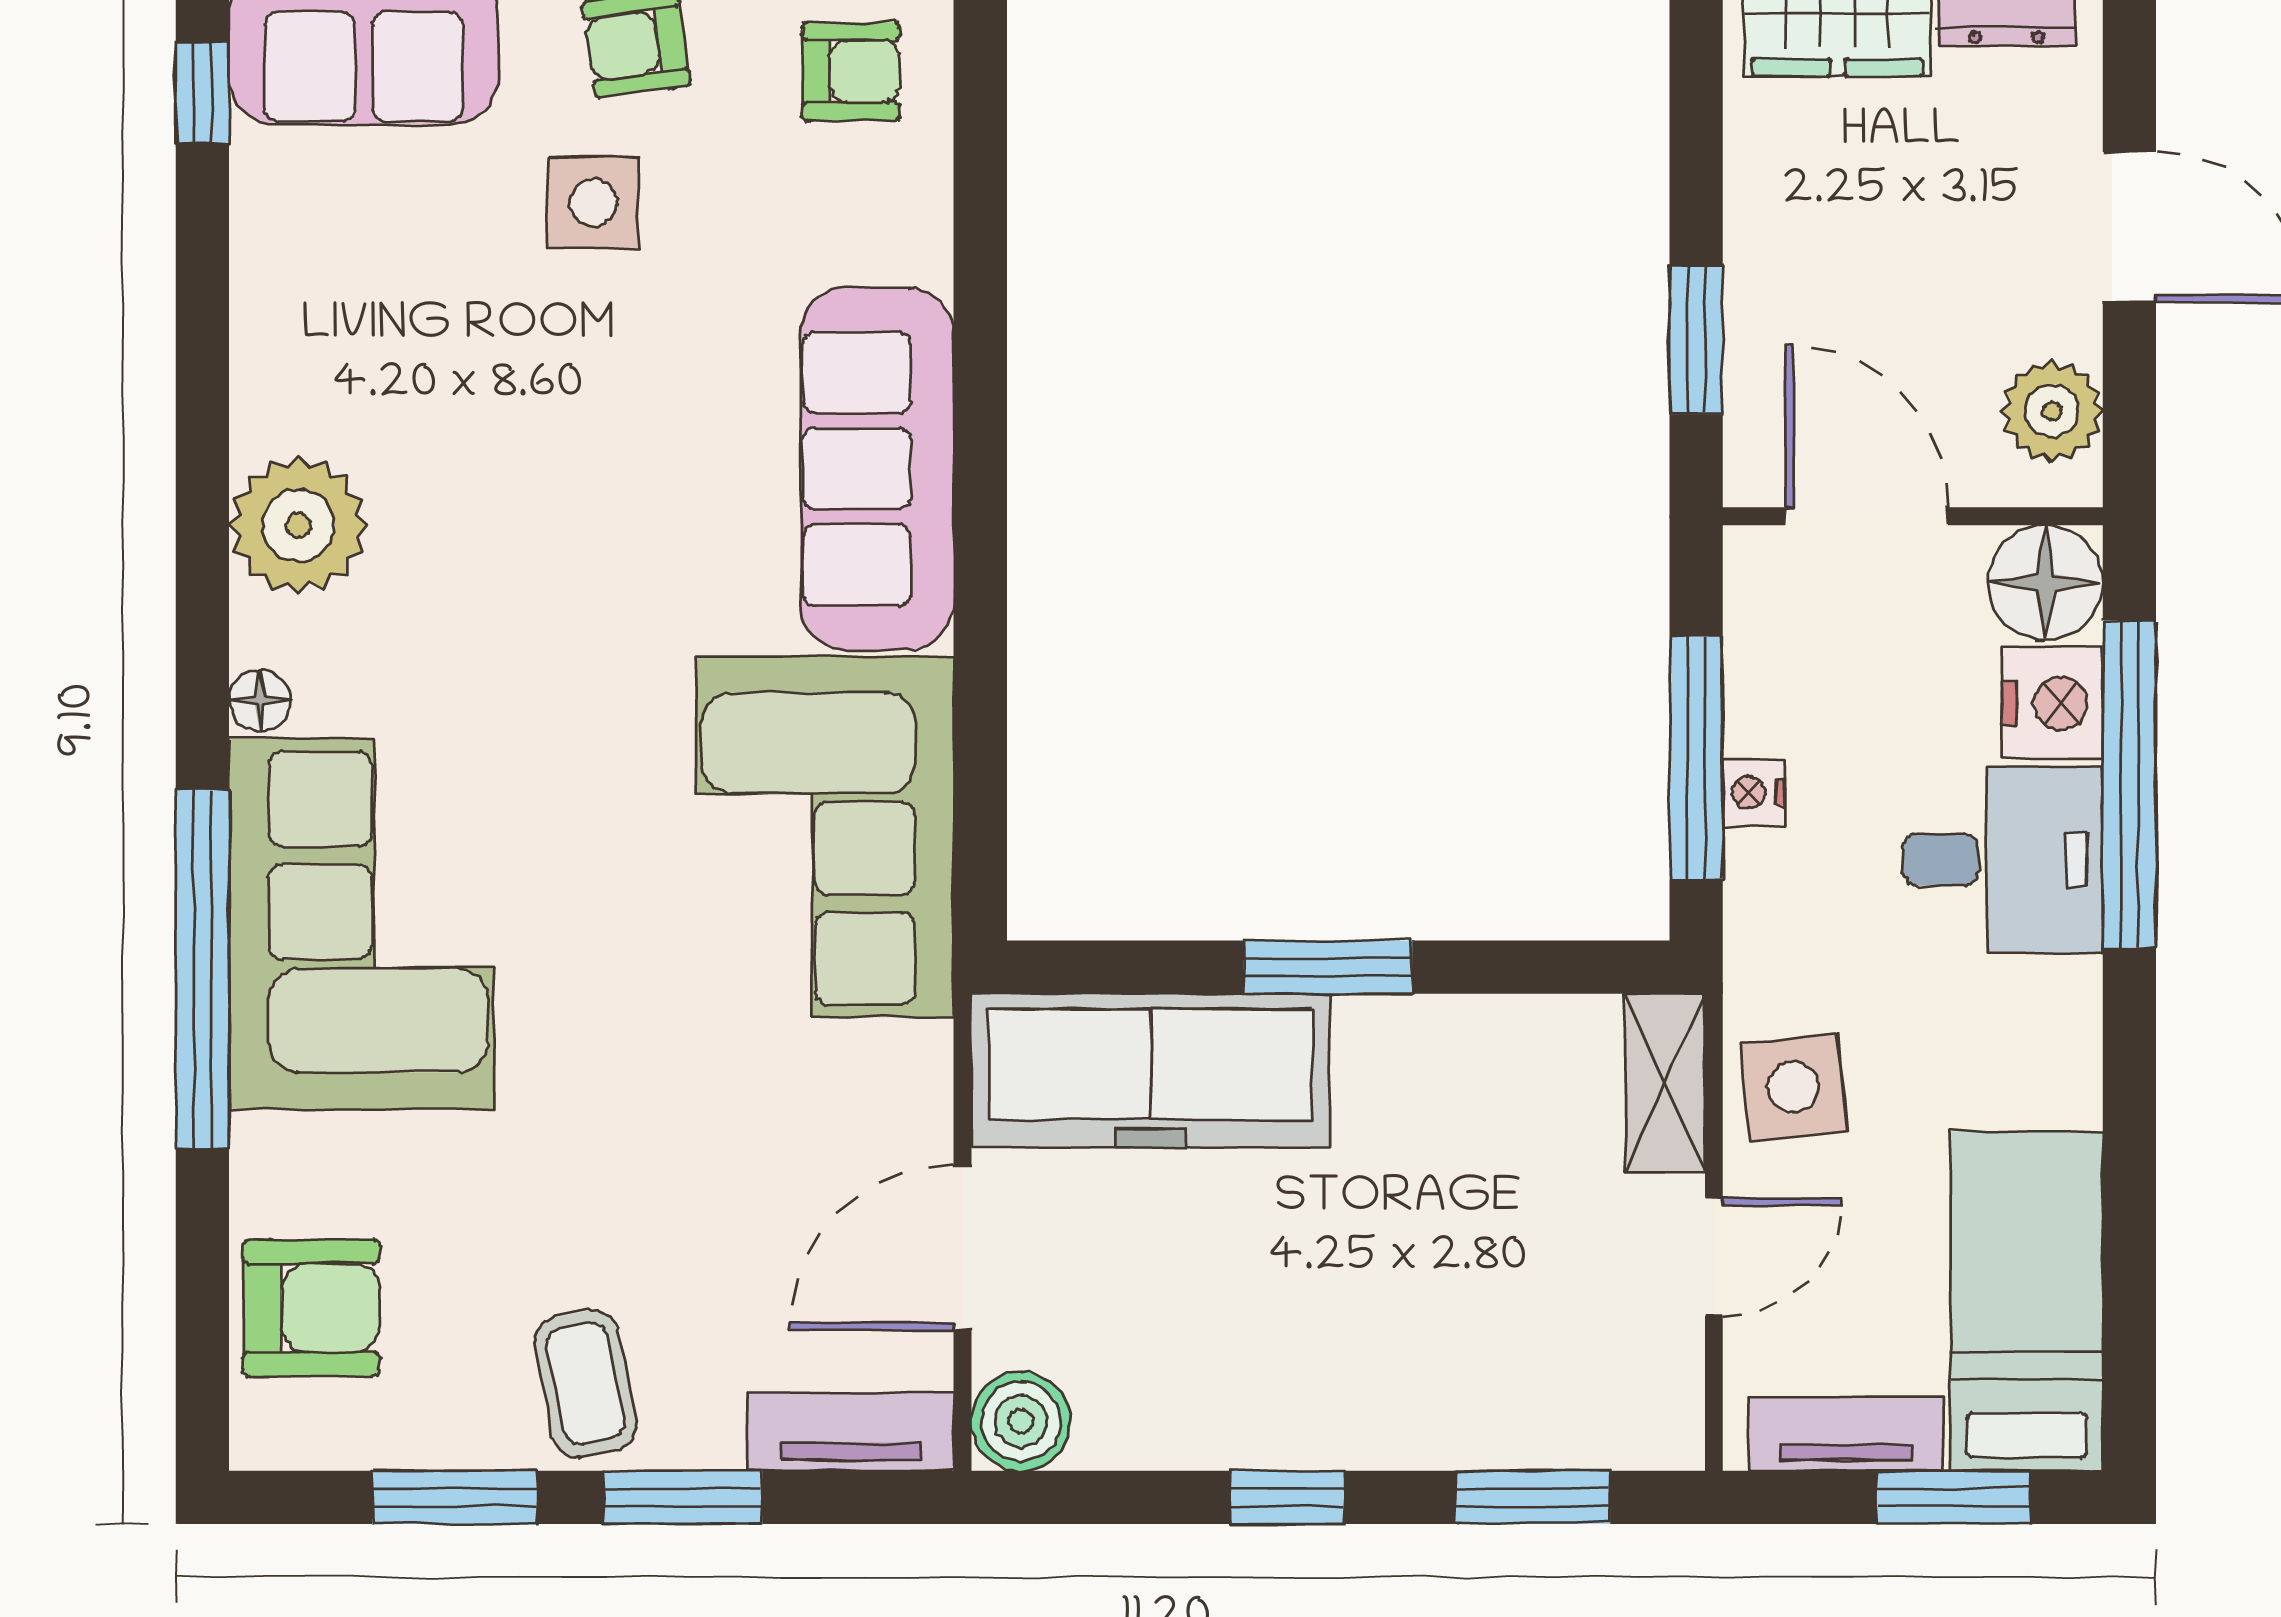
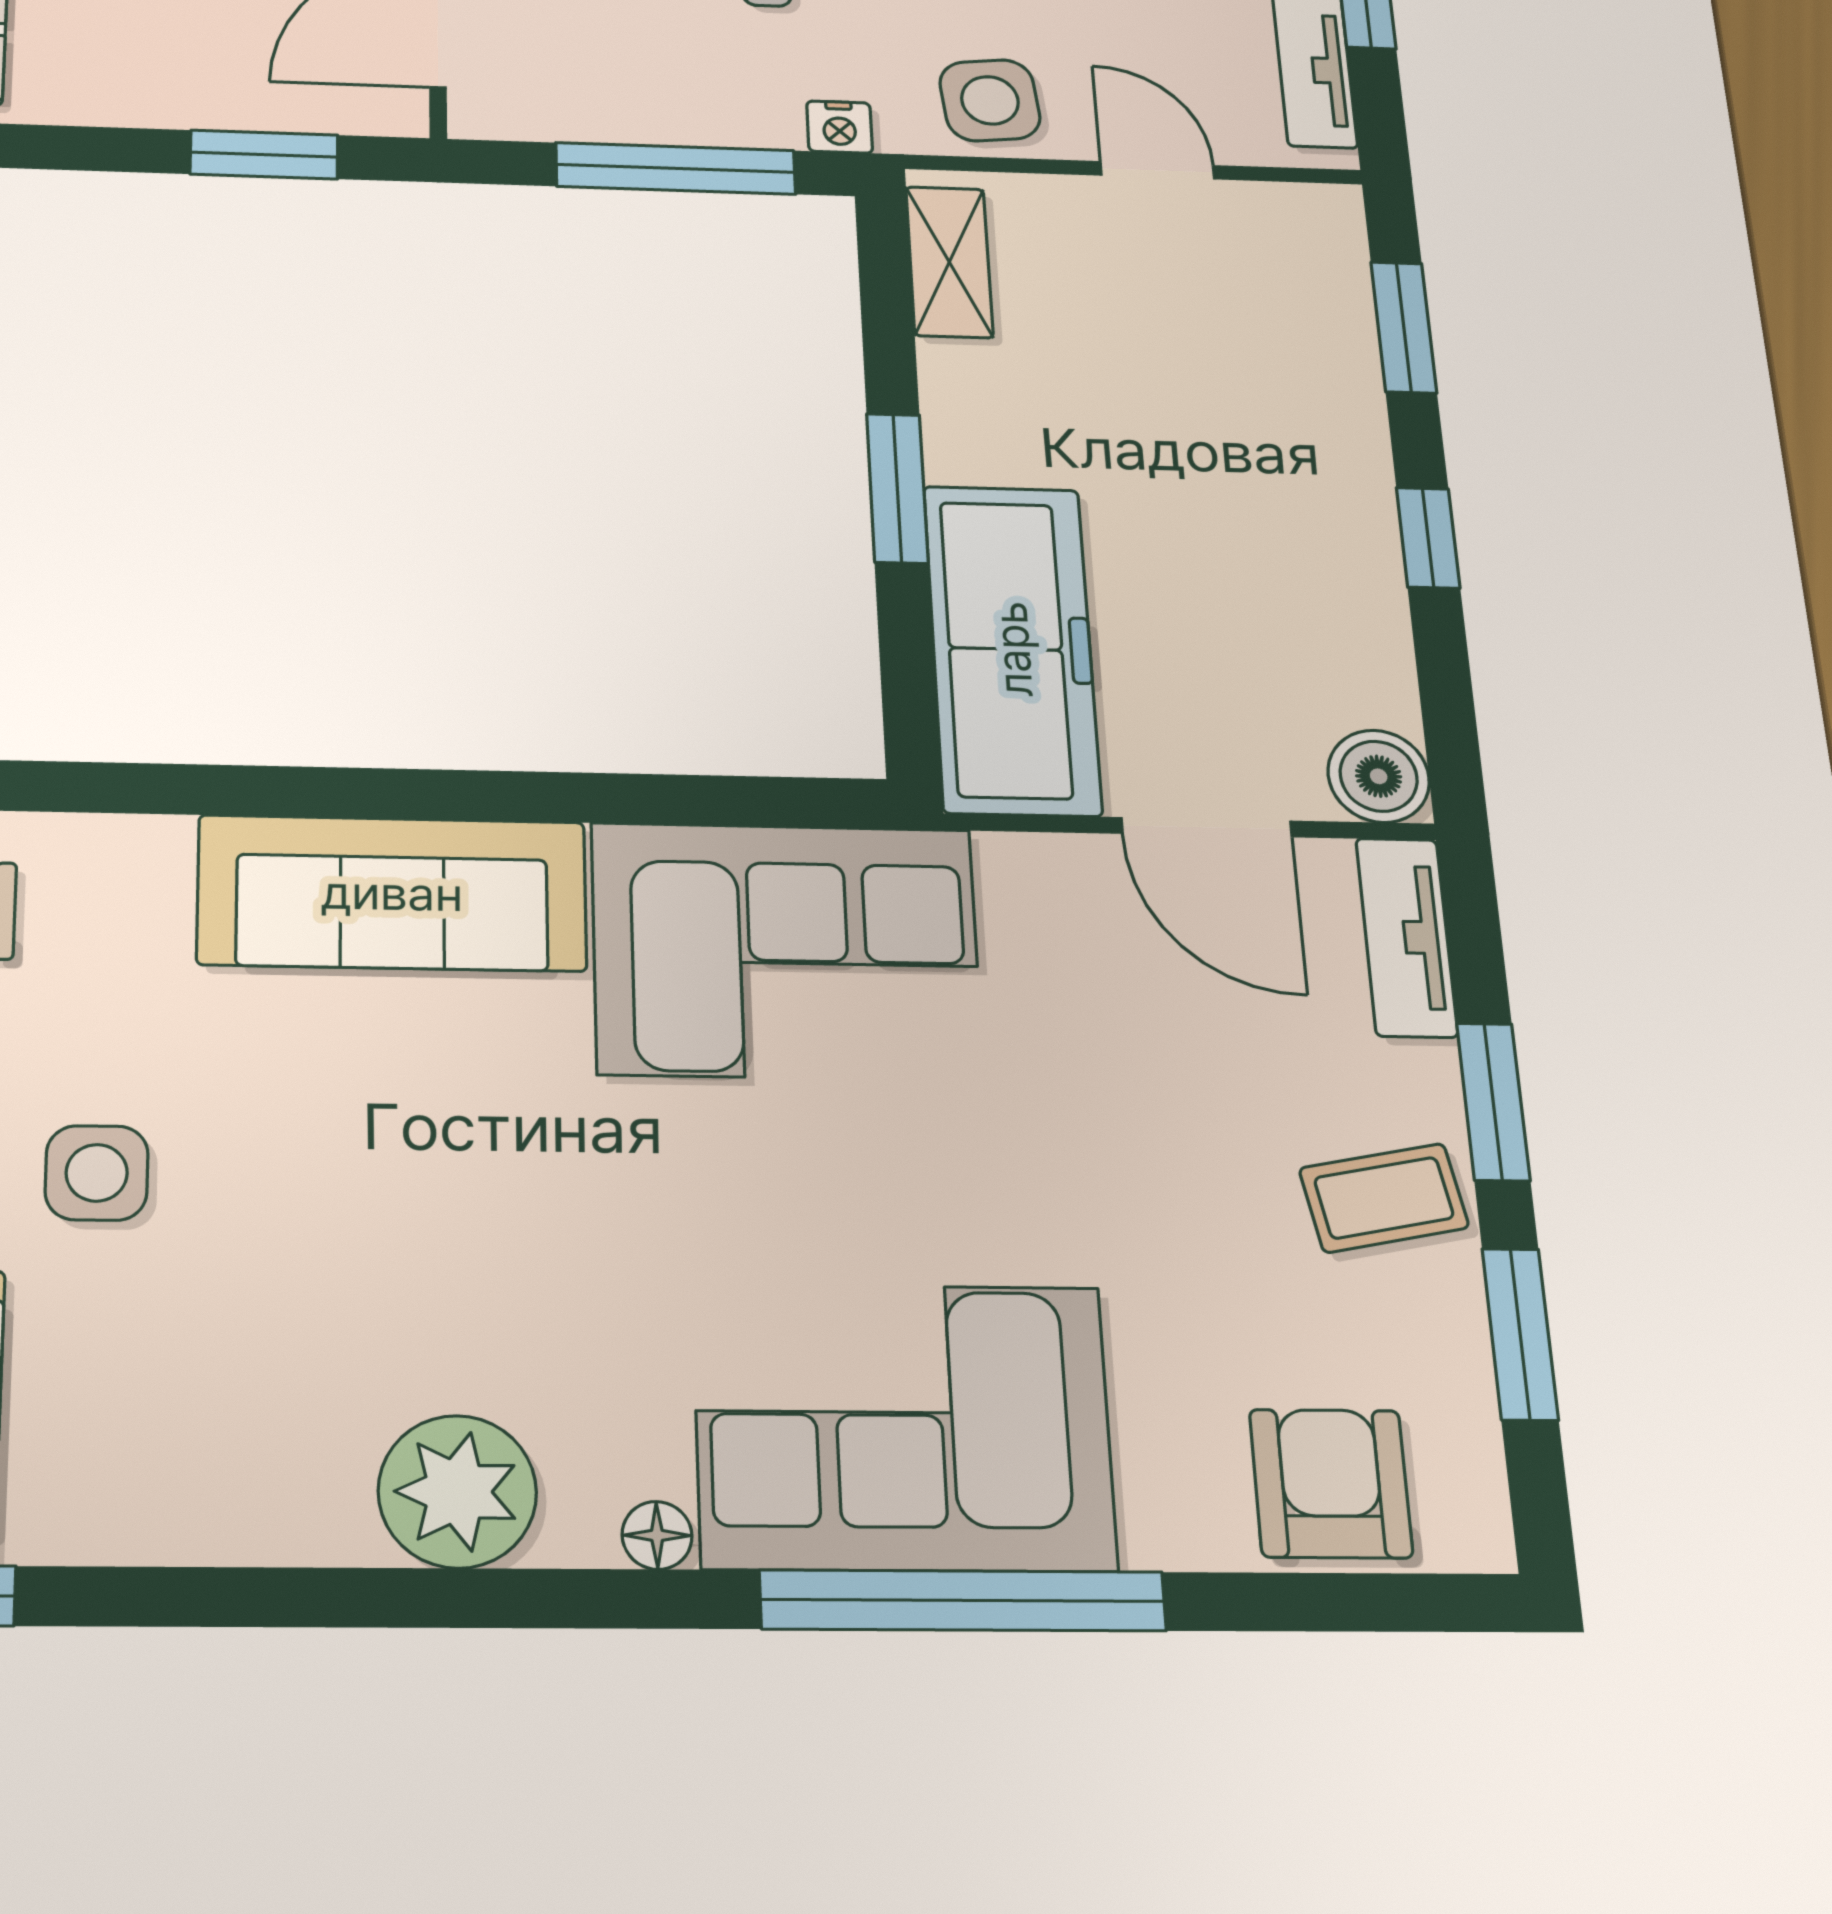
nightstand: (1754, 792) -> (840, 127), moved
shelving: (1665, 1083) -> (949, 262), moved, turned 90

